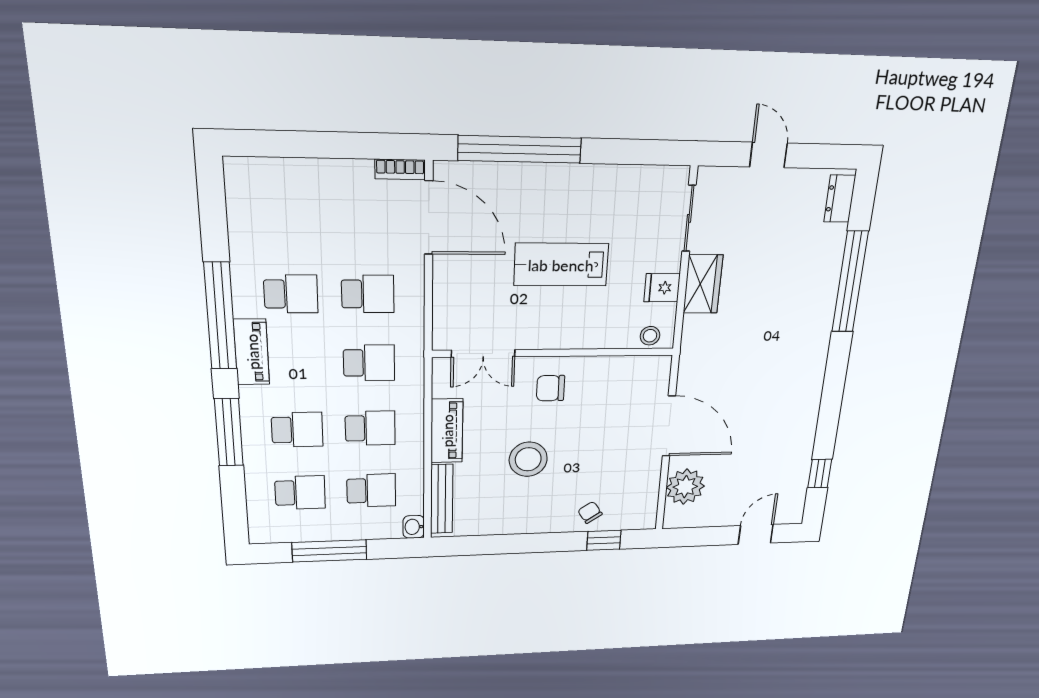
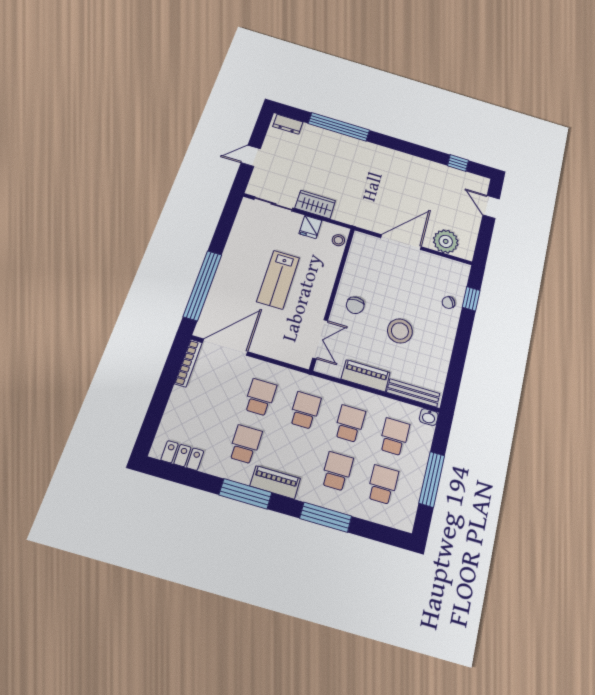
bookcase: (400, 169) -> (188, 363), width x1.56
locker: (242, 208) -> (182, 456), added
window: (220, 316) -> (245, 494), width x0.68

